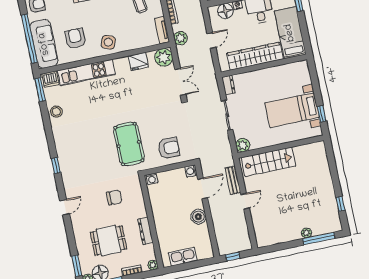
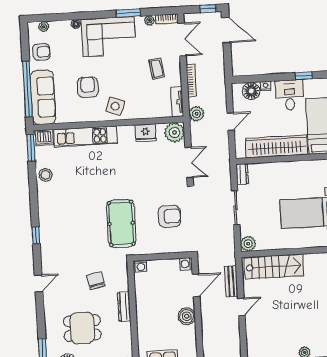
armchair: (75, 38) -> (88, 87), moved
armchair: (169, 148) -> (169, 216), moved
chair: (114, 197) -> (96, 281), turned -102
dresser: (145, 231) -> (124, 307), moved

